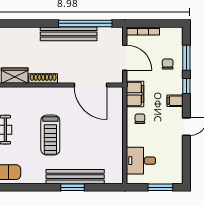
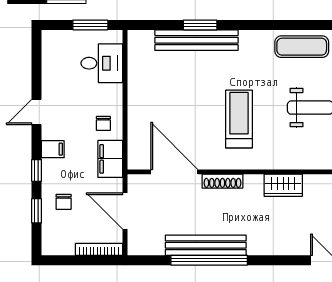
window: (85, 23) -> (209, 260), moved
window: (186, 58) -> (37, 211), width x0.67
shoe rack: (43, 79) -> (222, 181), moved
treadmill: (50, 135) -> (239, 119), moved
window: (160, 187) -> (90, 25), moved

